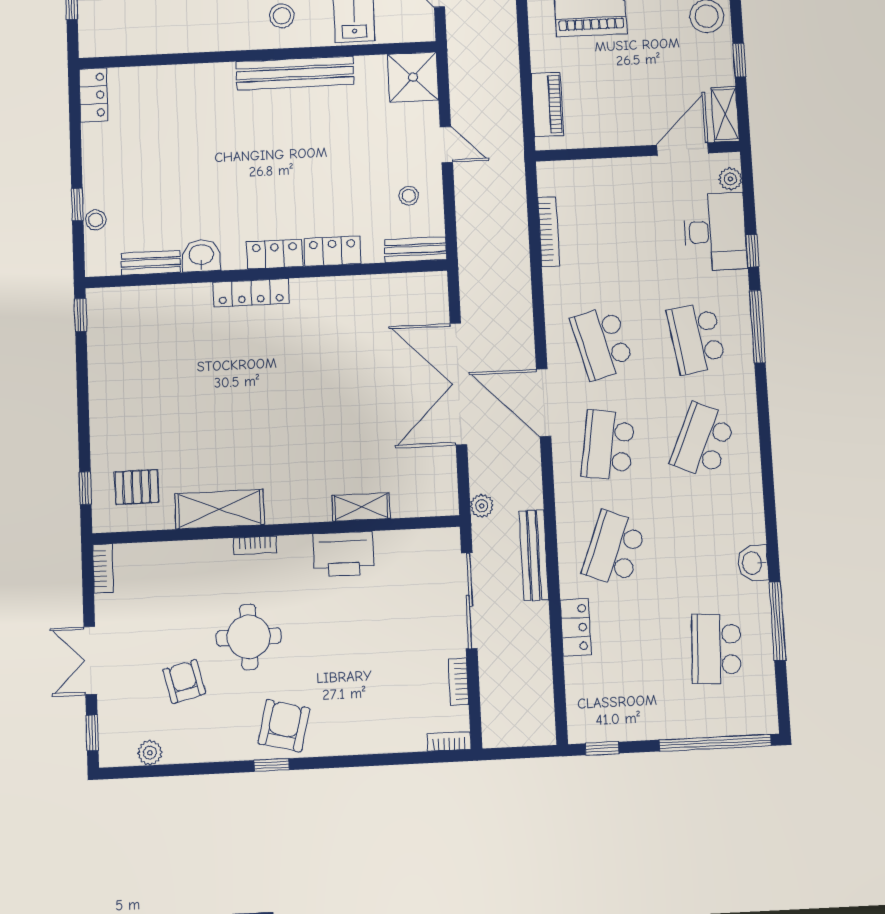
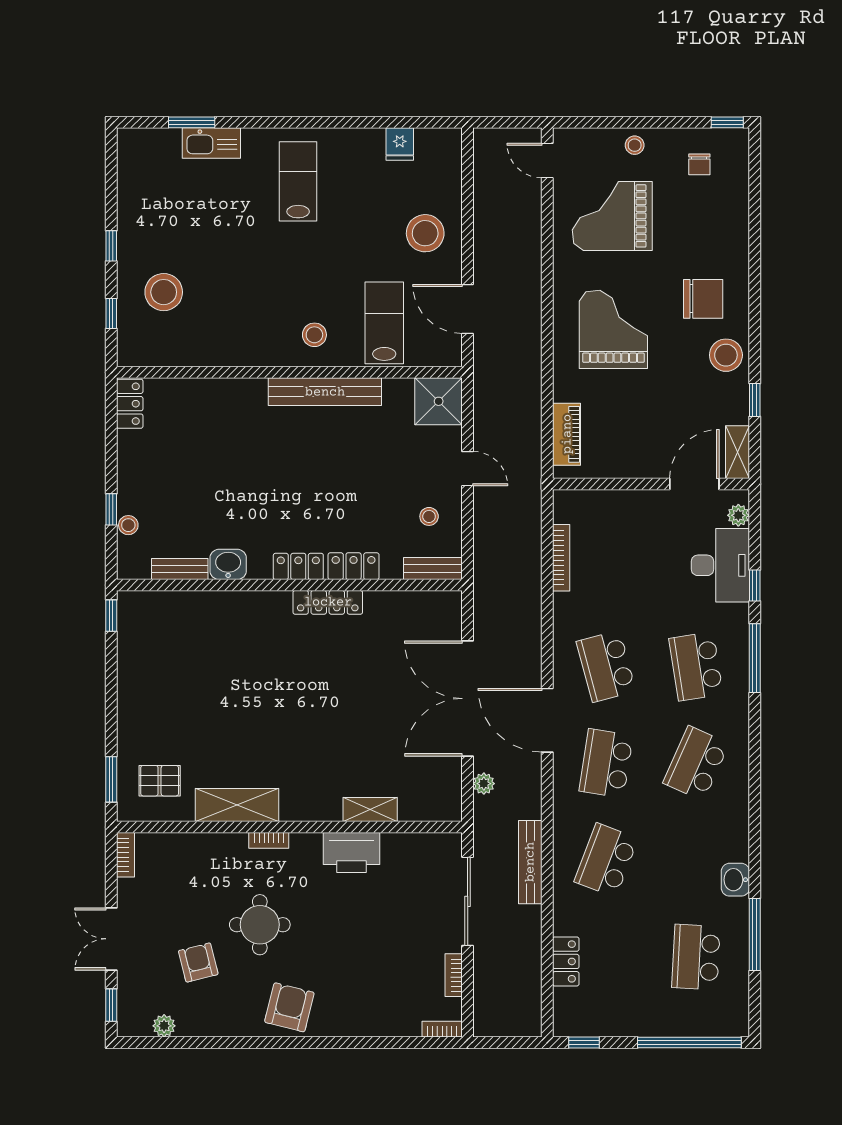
locker: (251, 293) -> (328, 602), moved
window: (85, 488) -> (111, 779), width x1.50
plant: (482, 506) -> (484, 784), moved
locker: (576, 627) -> (566, 961), moved
window: (272, 765) -> (277, 1042), removed

